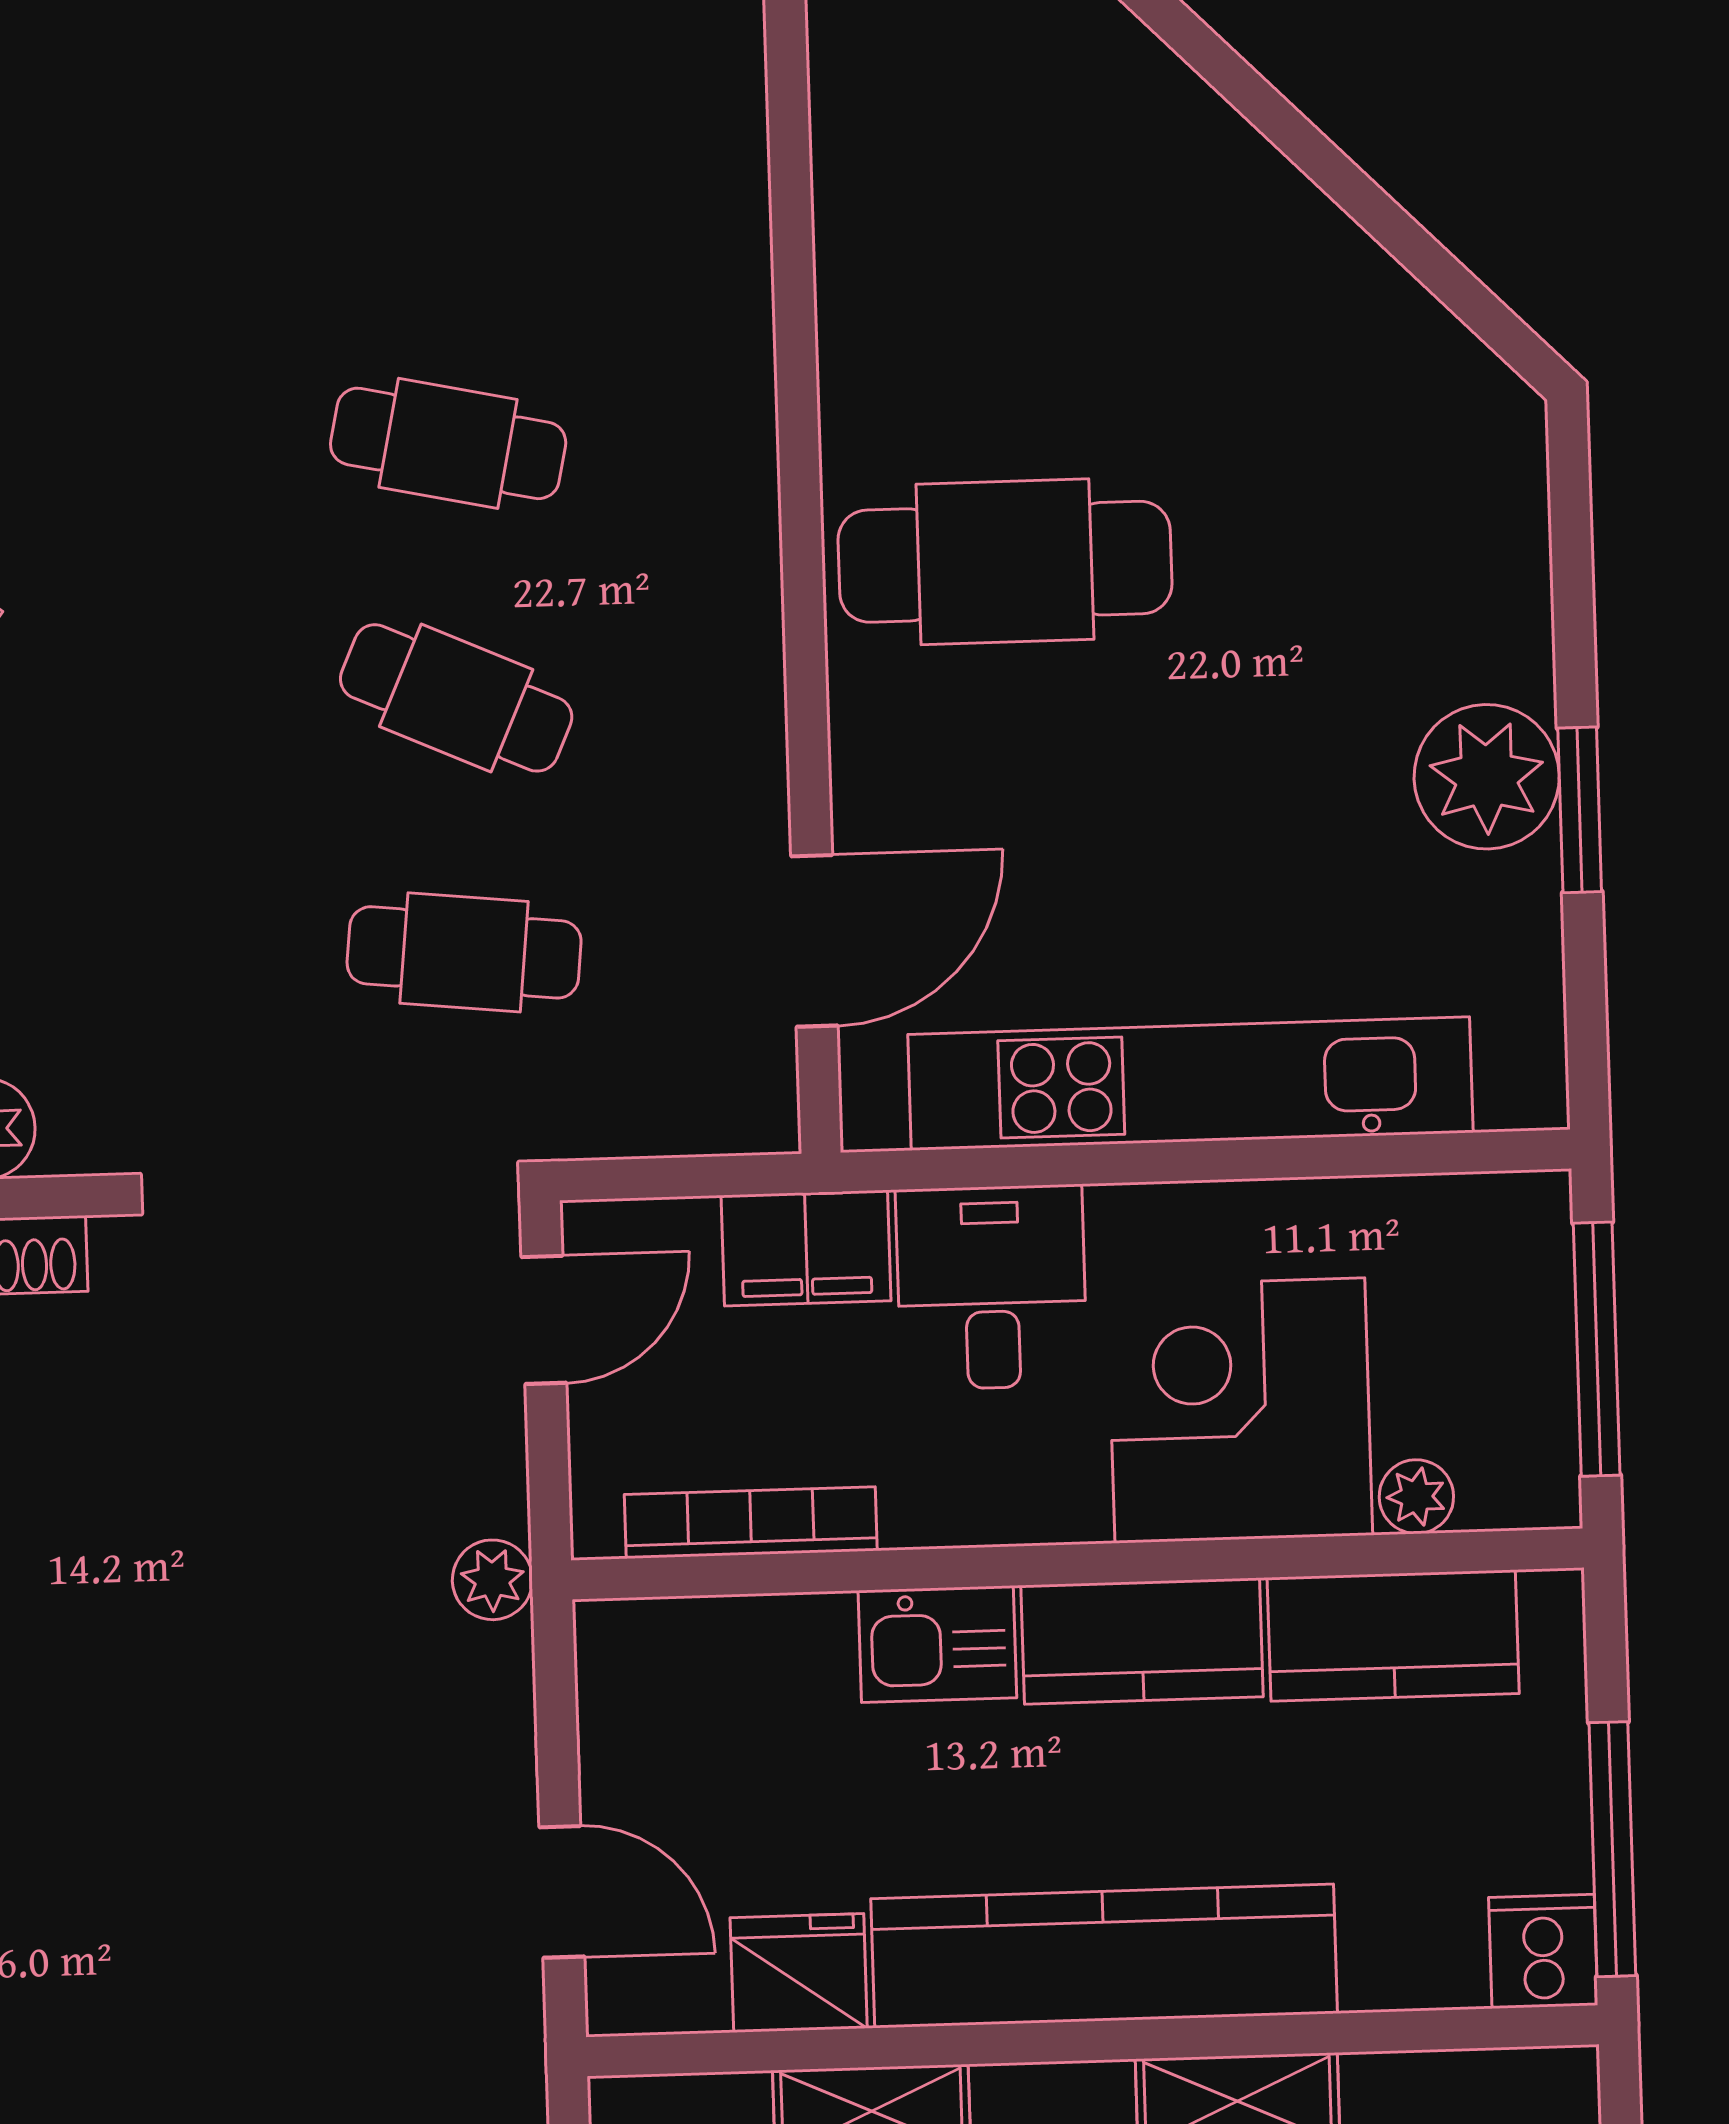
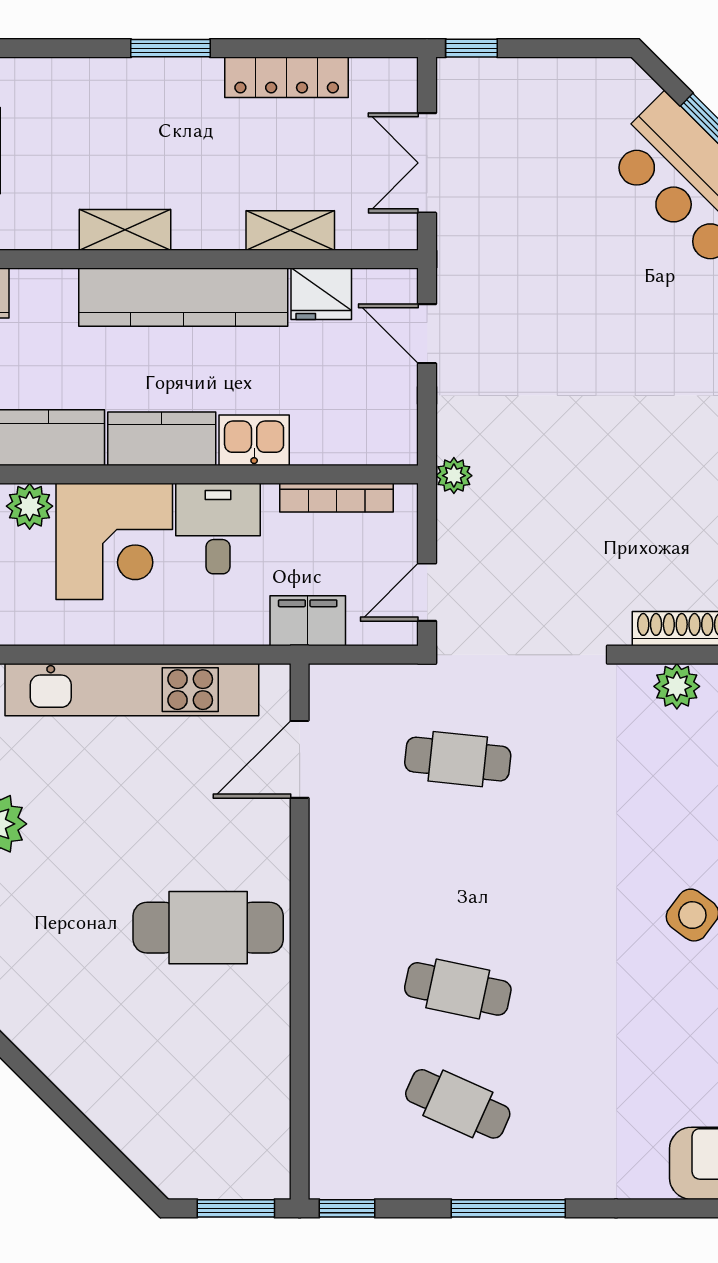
cafe table: (456, 698) -> (458, 1104), moved
desk: (992, 1287) -> (218, 529), moved, turned 180
plant: (1416, 1497) -> (30, 506), width x1.38, depth x1.38

